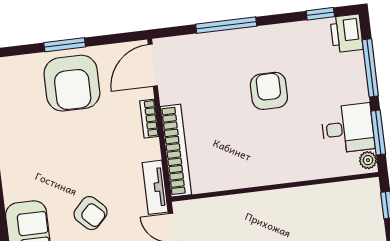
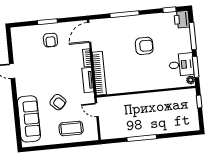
armchair: (72, 83) -> (50, 40), width x0.53, depth x0.53
armchair: (269, 91) -> (144, 46), turned 90
tv unit: (155, 187) -> (88, 80), moved

